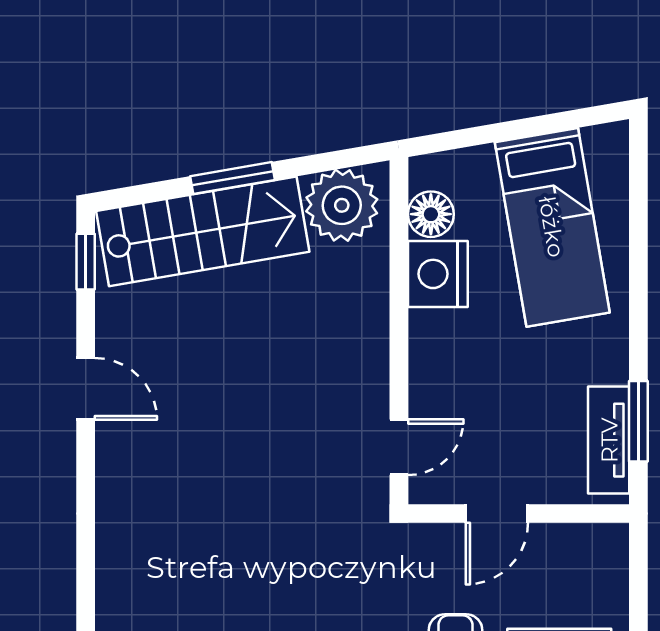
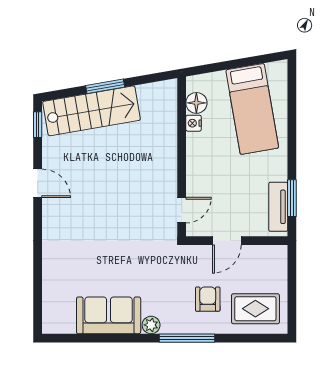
plant: (342, 205) -> (155, 99), removed
nightstand: (438, 274) -> (194, 123), width x0.53, depth x0.56

